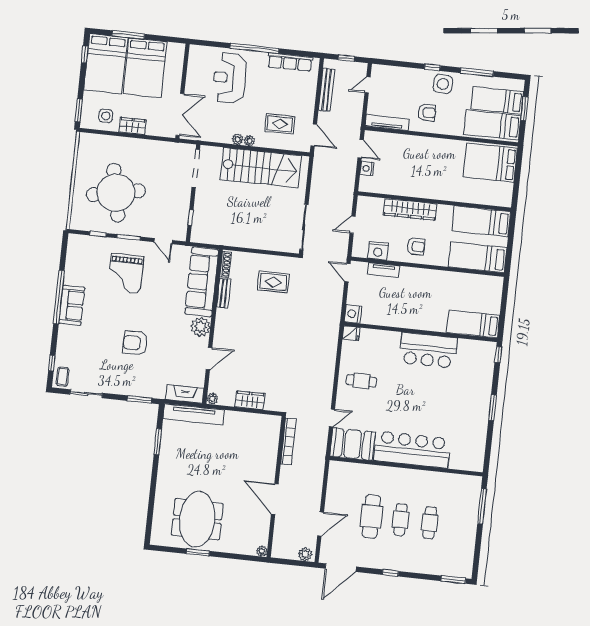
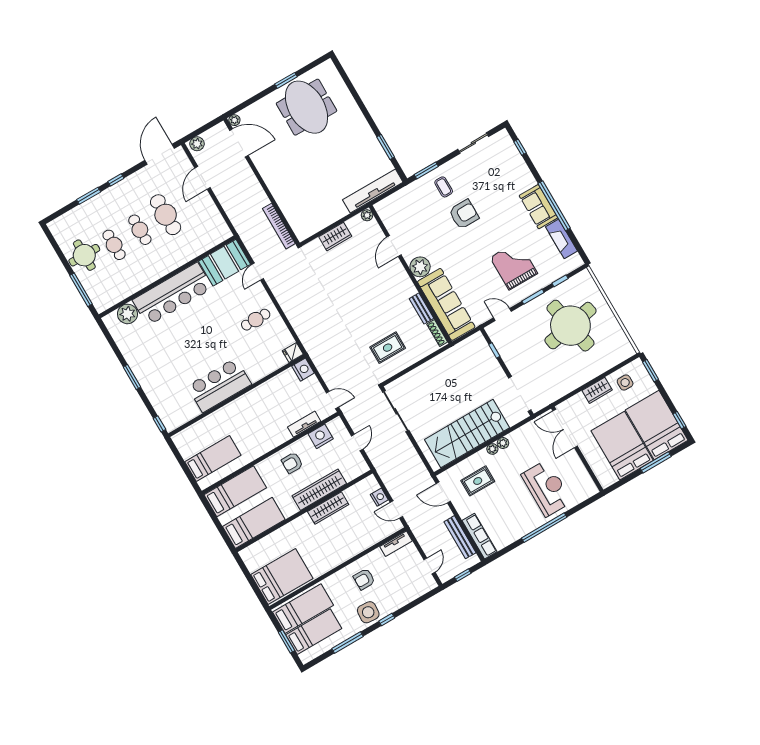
row of seats: (290, 62) -> (480, 536), moved, turned 90
tv unit: (387, 123) -> (396, 544), width x0.71
wardrobe: (414, 190) -> (328, 508), added
bed: (473, 324) -> (213, 458), moved
coffee table: (63, 377) -> (444, 187), moved
fireplace: (185, 394) -> (561, 239), moved, turned 90
plant: (459, 460) -> (127, 314), added
door: (275, 499) -> (239, 143), moved
round table: (459, 532) -> (84, 255), added
window: (453, 580) -> (89, 196), moved

